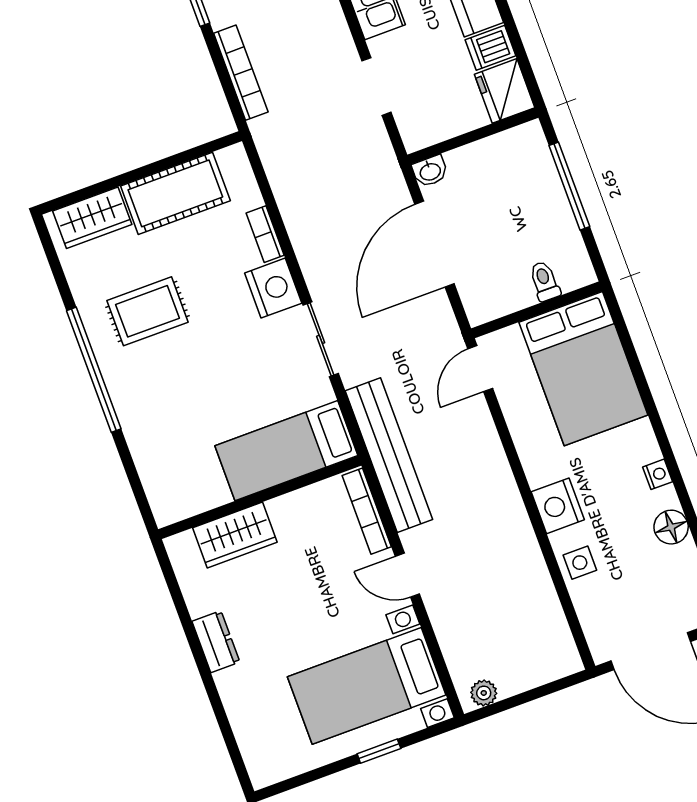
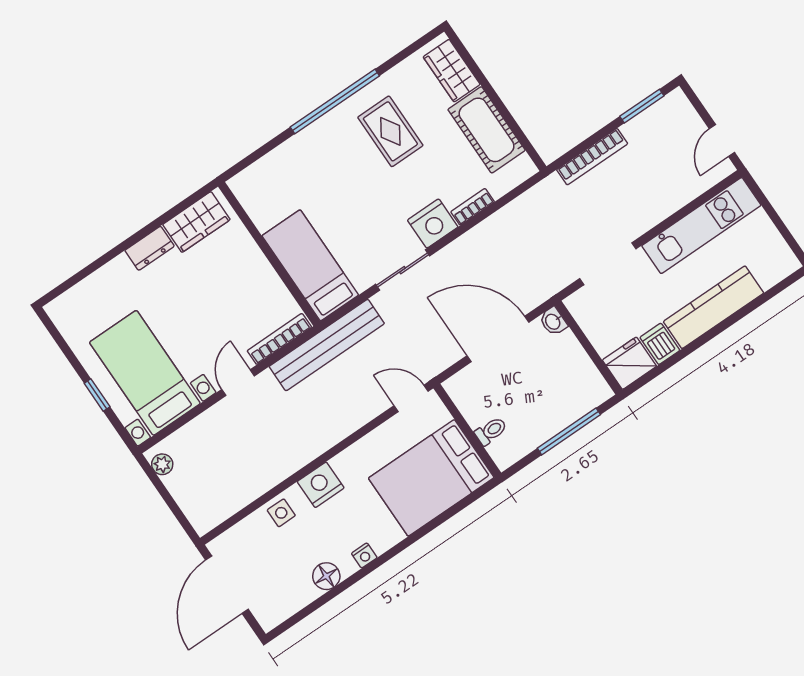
doorway: (376, 86) -> (608, 264), width x1.38
wardrobe: (235, 535) -> (196, 222), moved, turned -90

